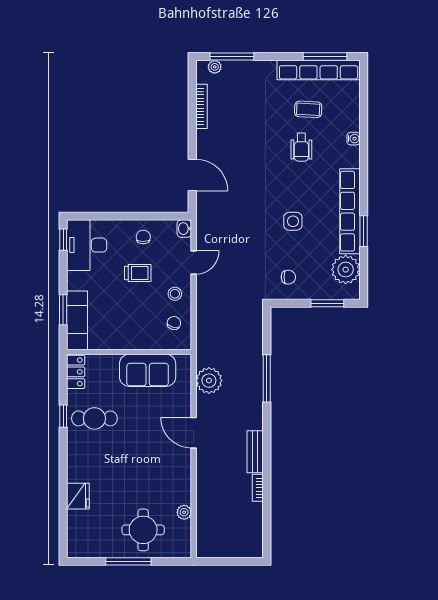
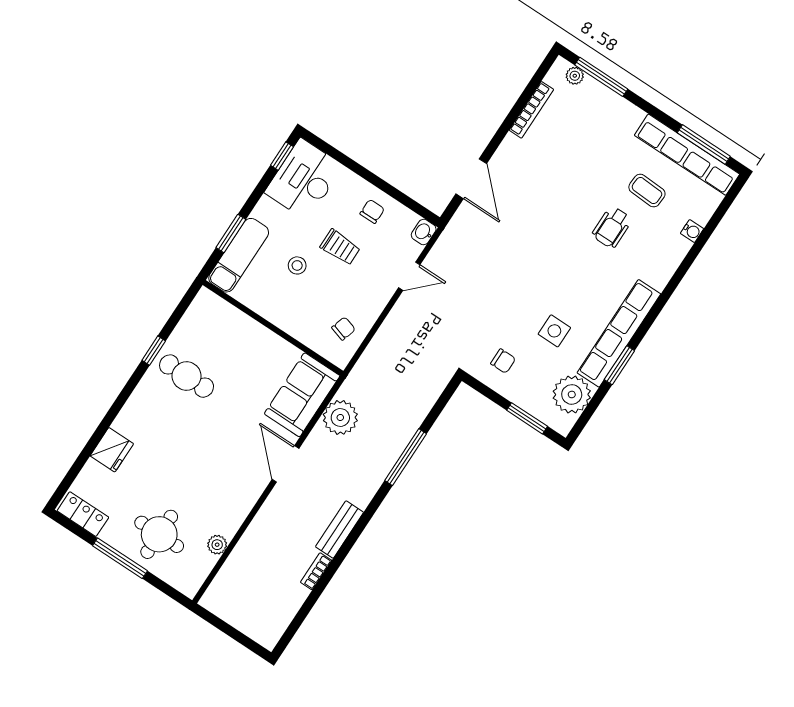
water cooler: (354, 139) -> (692, 231), moved
side table: (293, 221) -> (554, 331), moved
stool: (175, 294) -> (297, 265), moved
sofa: (148, 370) -> (302, 395), moved, turned 90
locker: (76, 372) -> (83, 514), moved, turned -90

